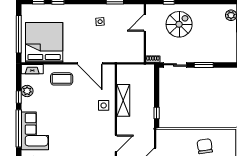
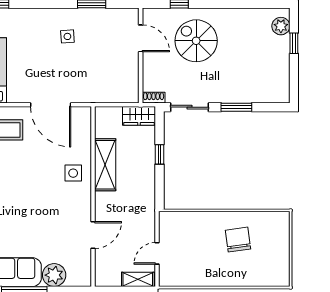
door: (145, 23) -> (141, 38), swing flipped
spiral stairs: (179, 24) -> (196, 41), turned -90
wardrobe: (144, 70) -> (139, 116), added
window: (157, 113) -> (159, 154), moved

